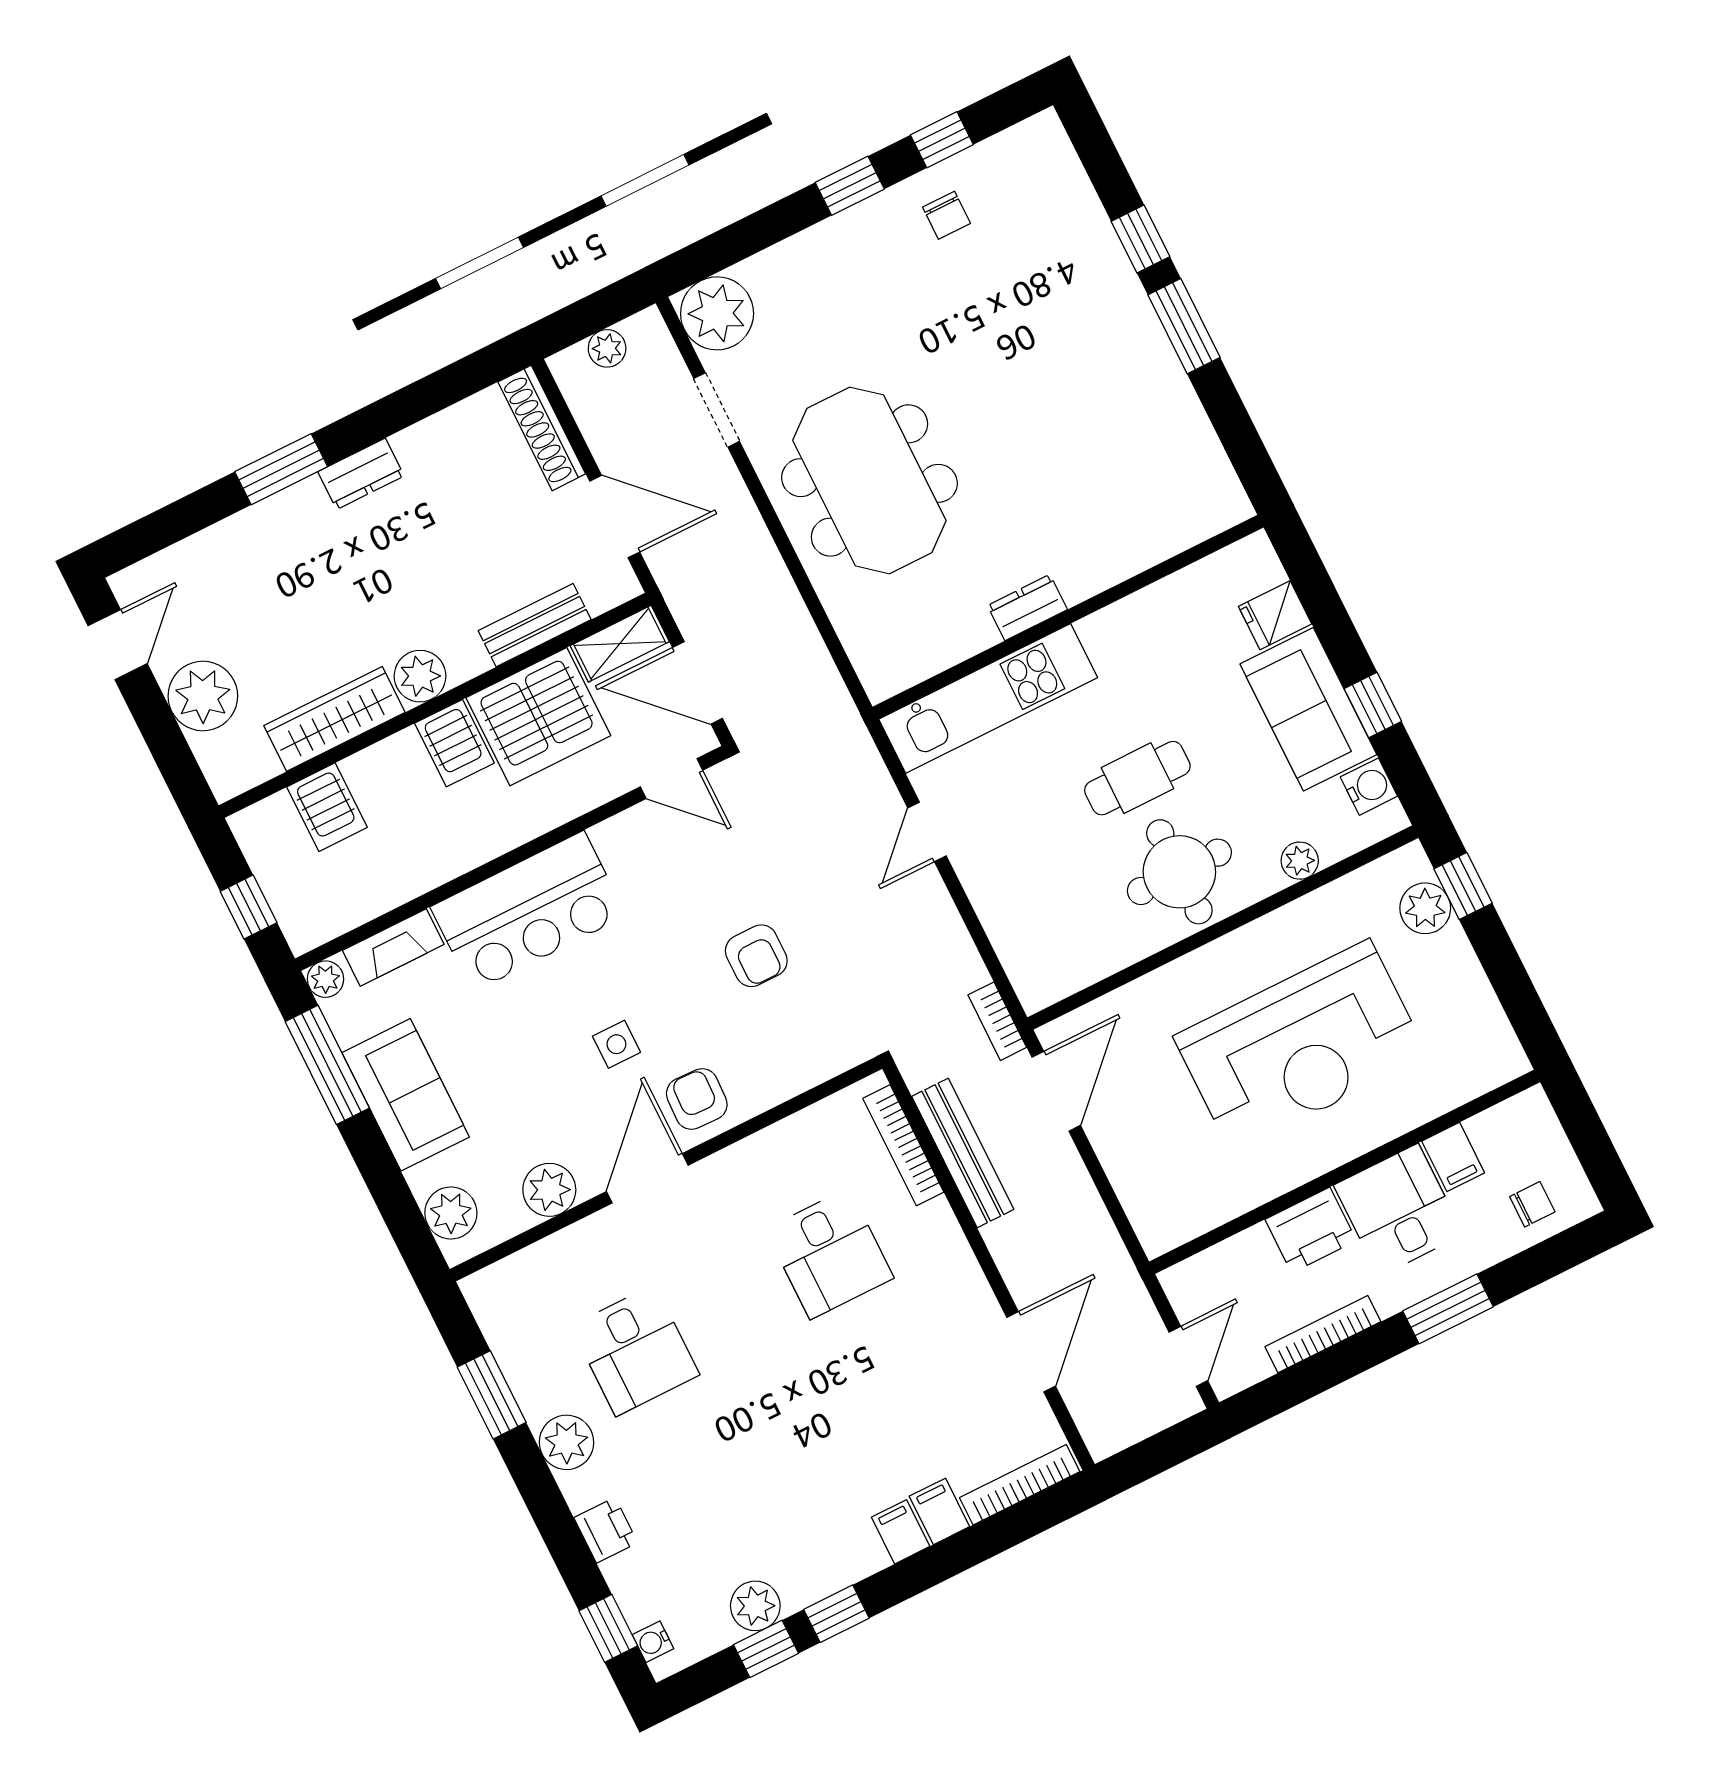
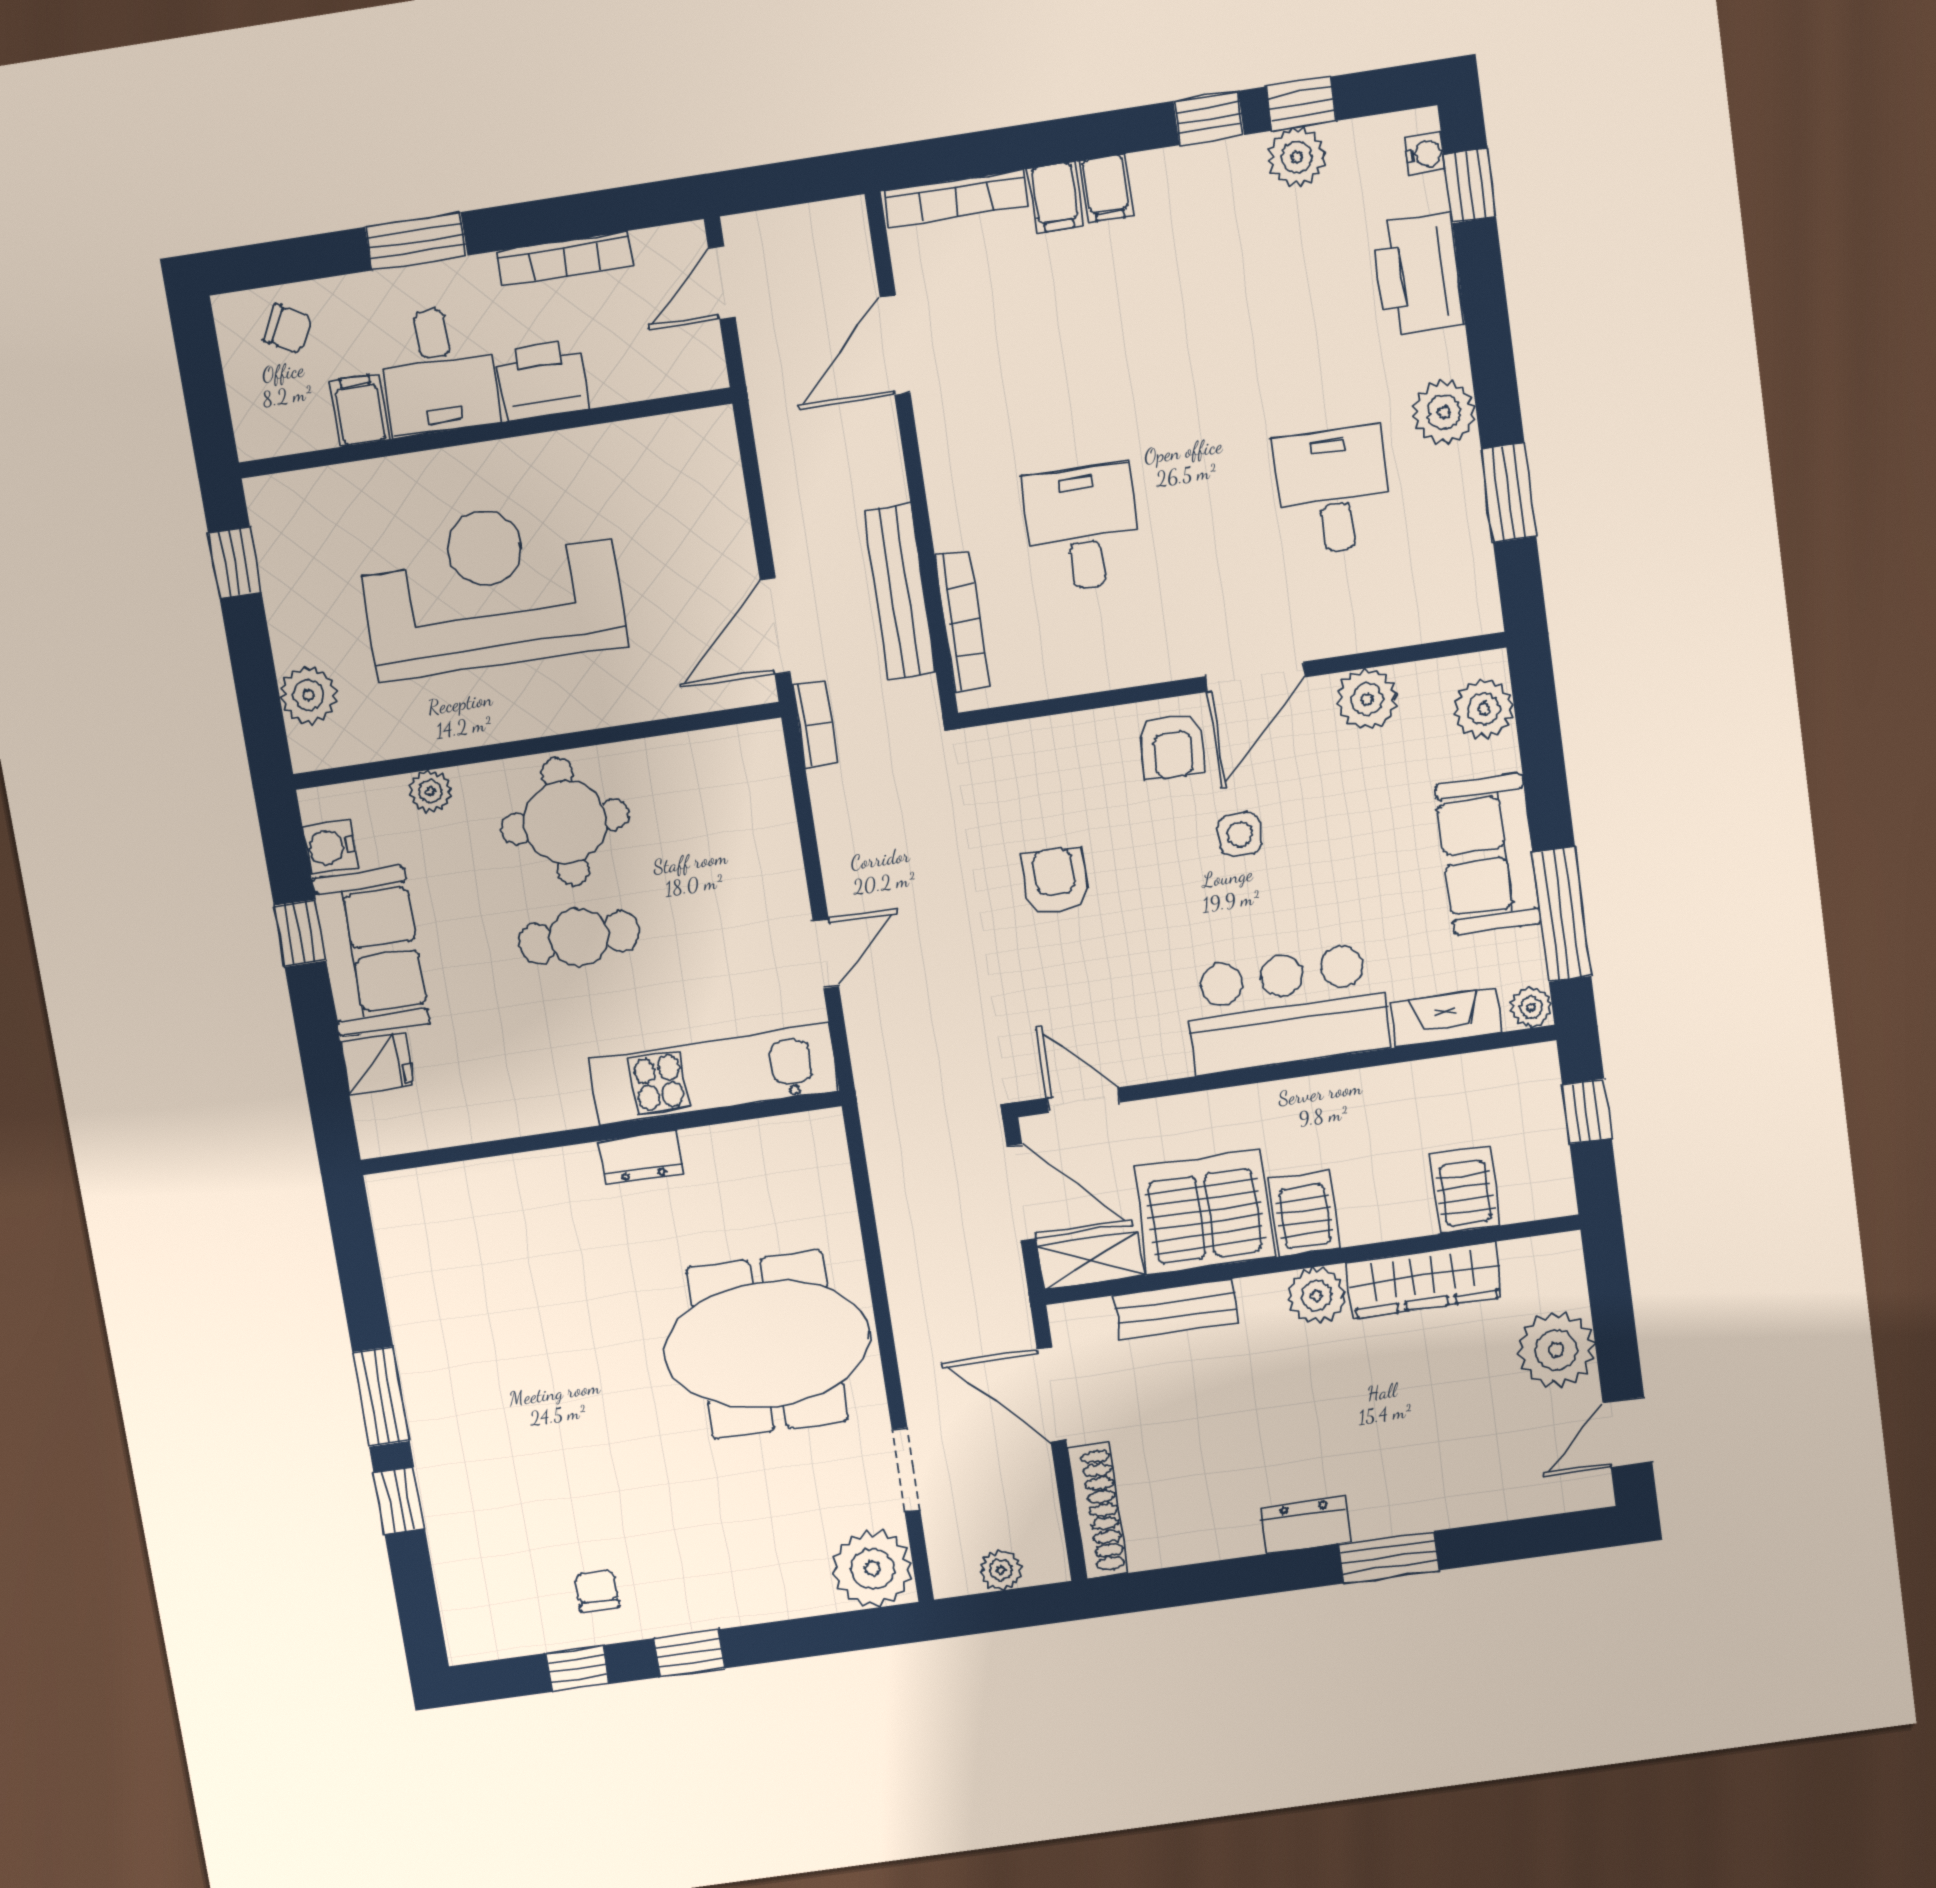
meeting table: (869, 480) -> (767, 1345), turned 90
window: (1463, 886) -> (235, 562), moved
chair: (1532, 1204) -> (288, 329), turned -152
printer: (606, 1530) -> (1418, 274), width x1.87, depth x1.48

